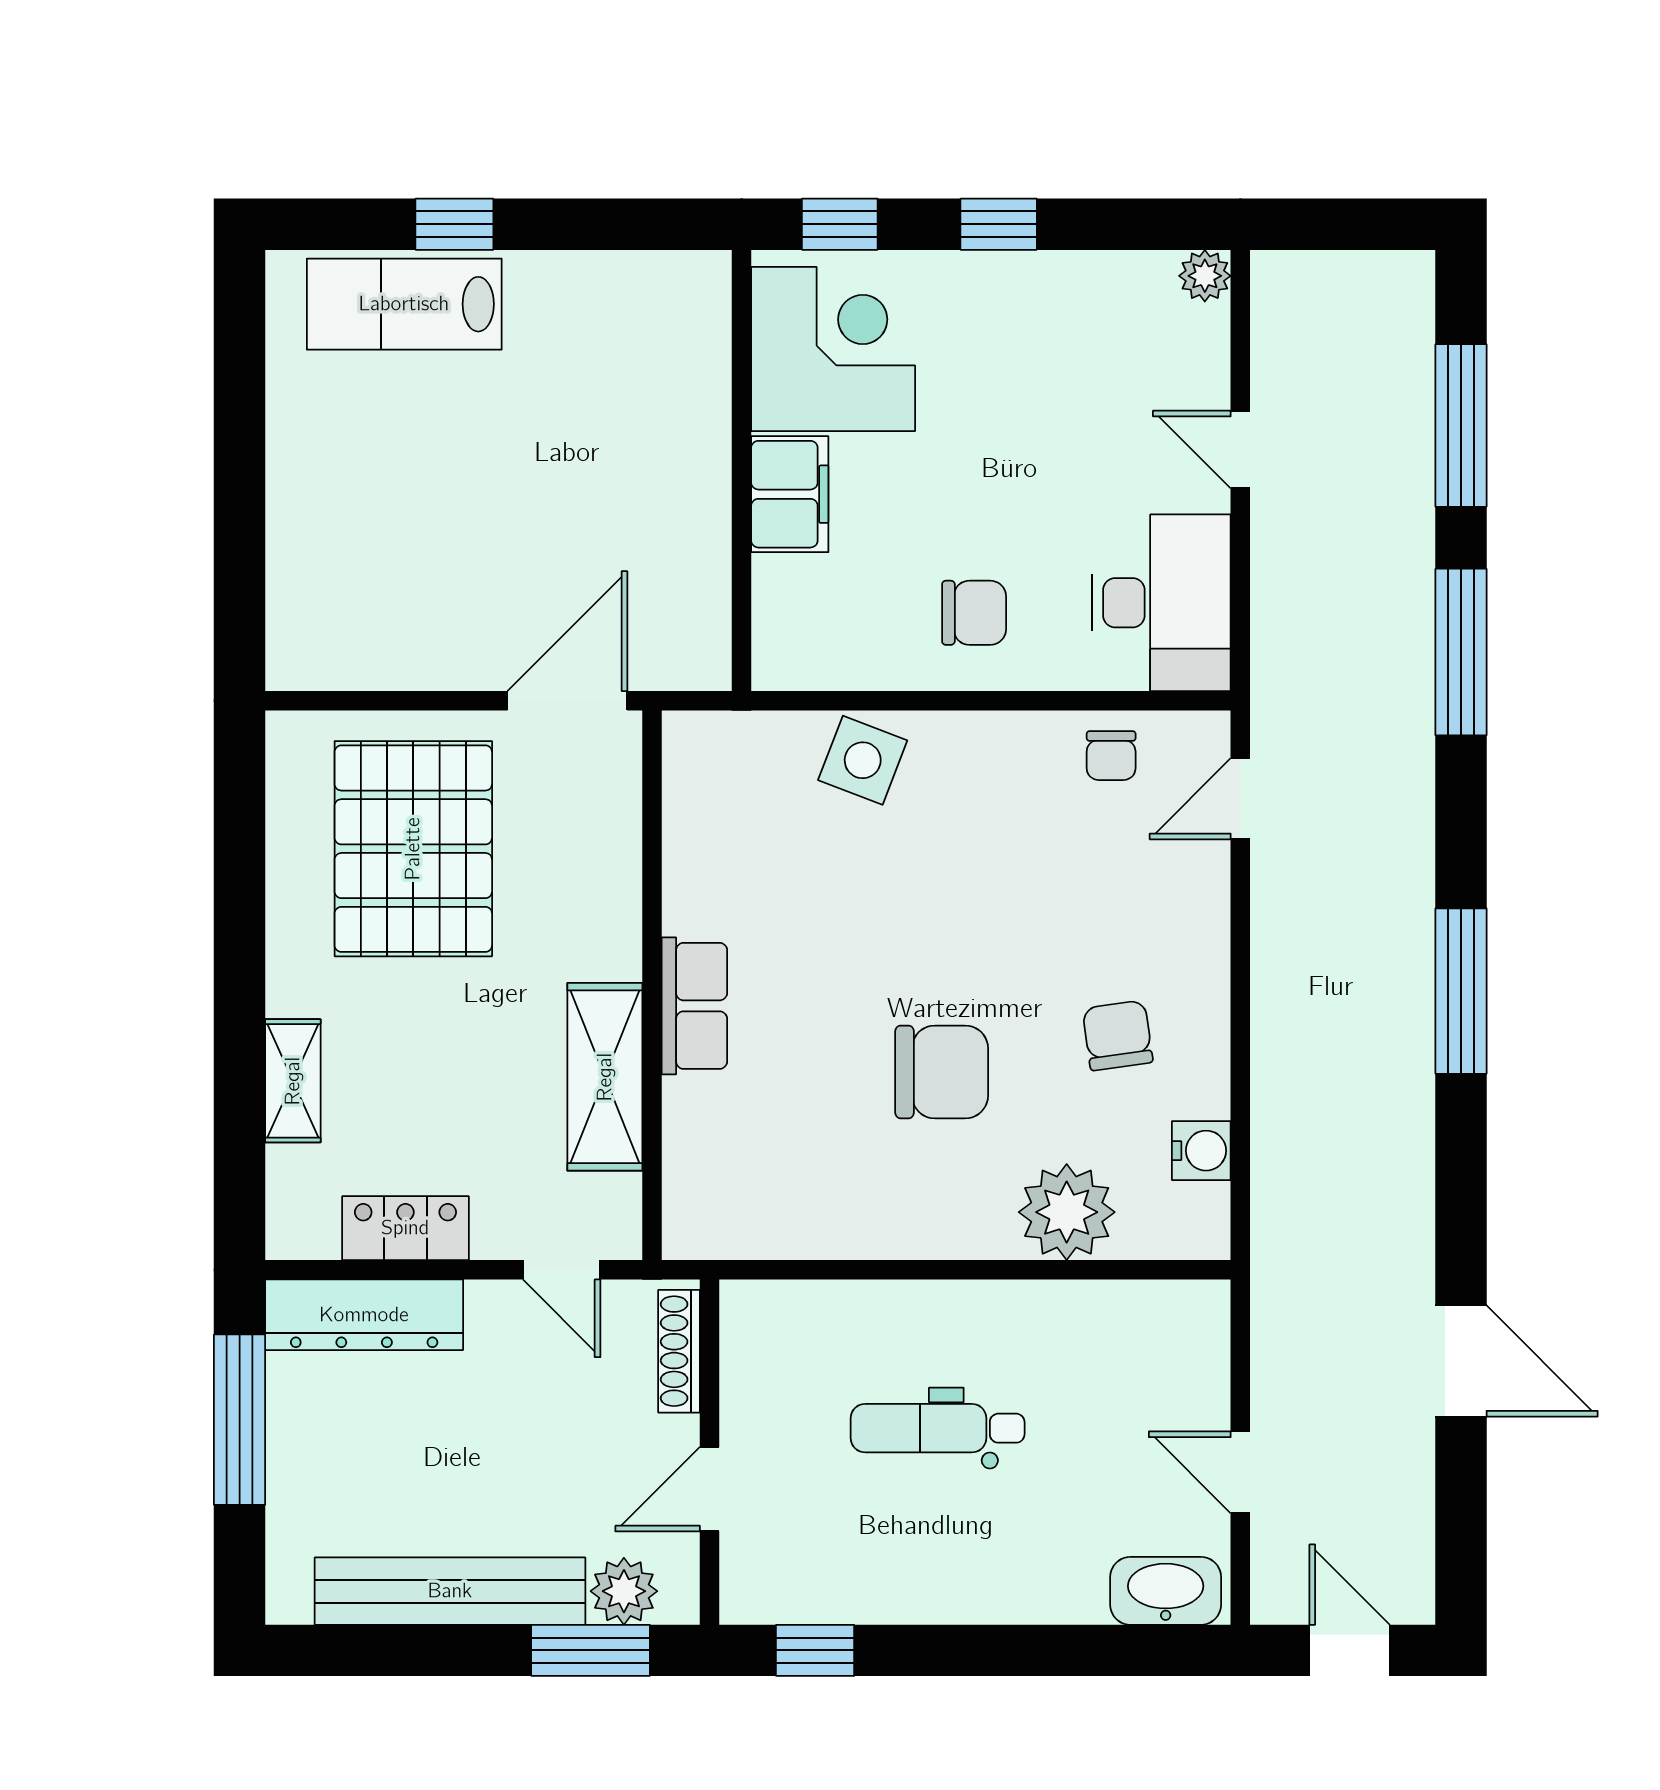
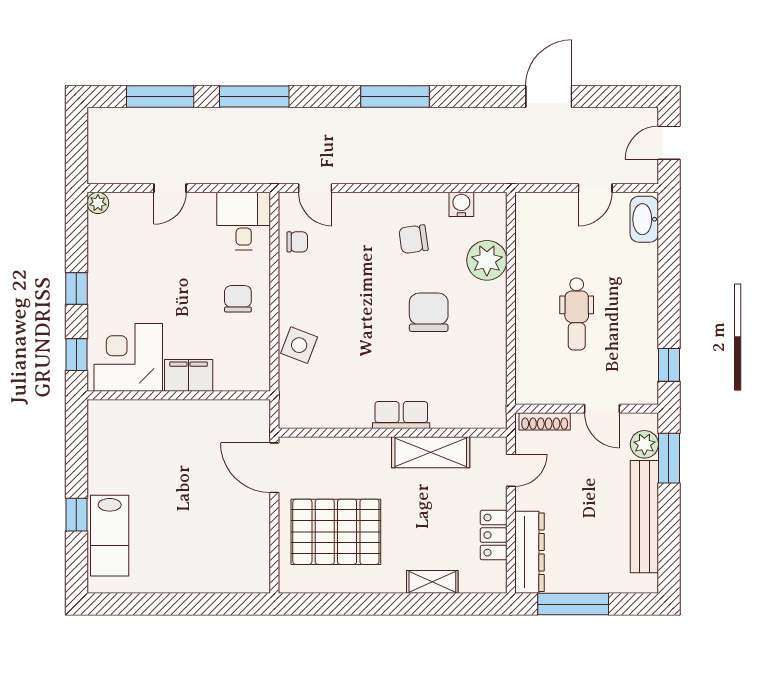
desk: (1161, 603) -> (244, 221), width x0.73

